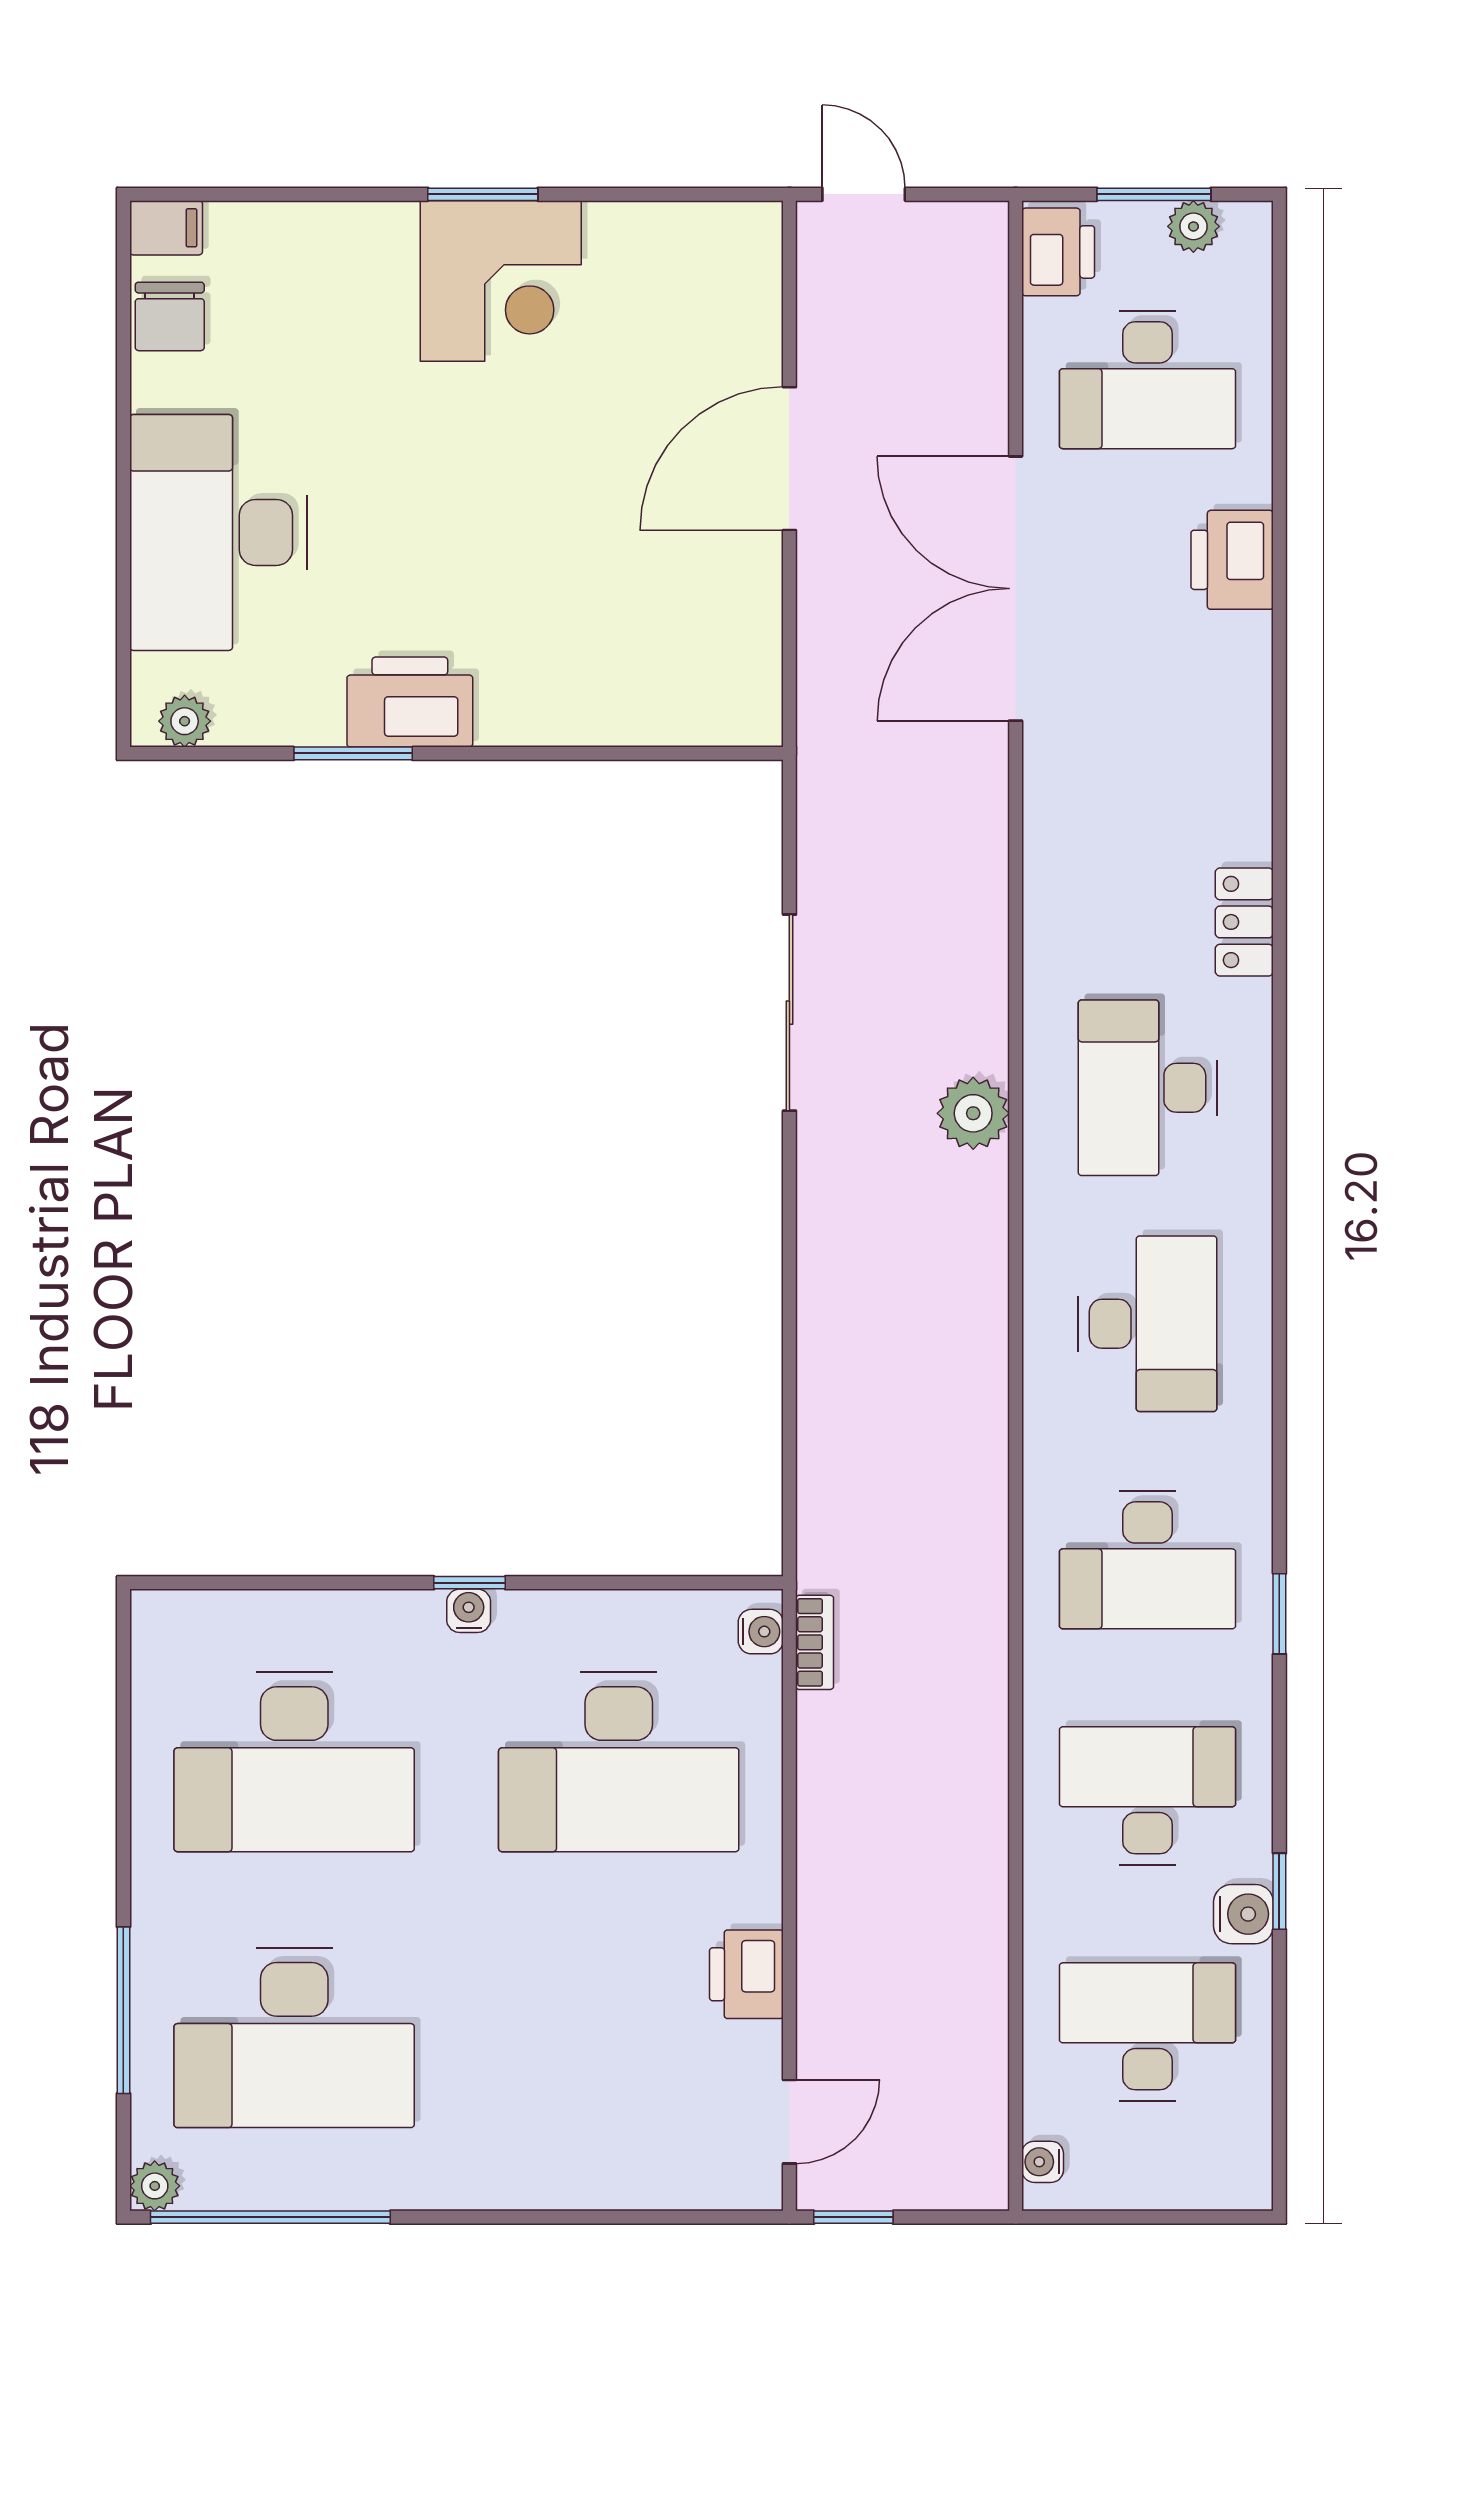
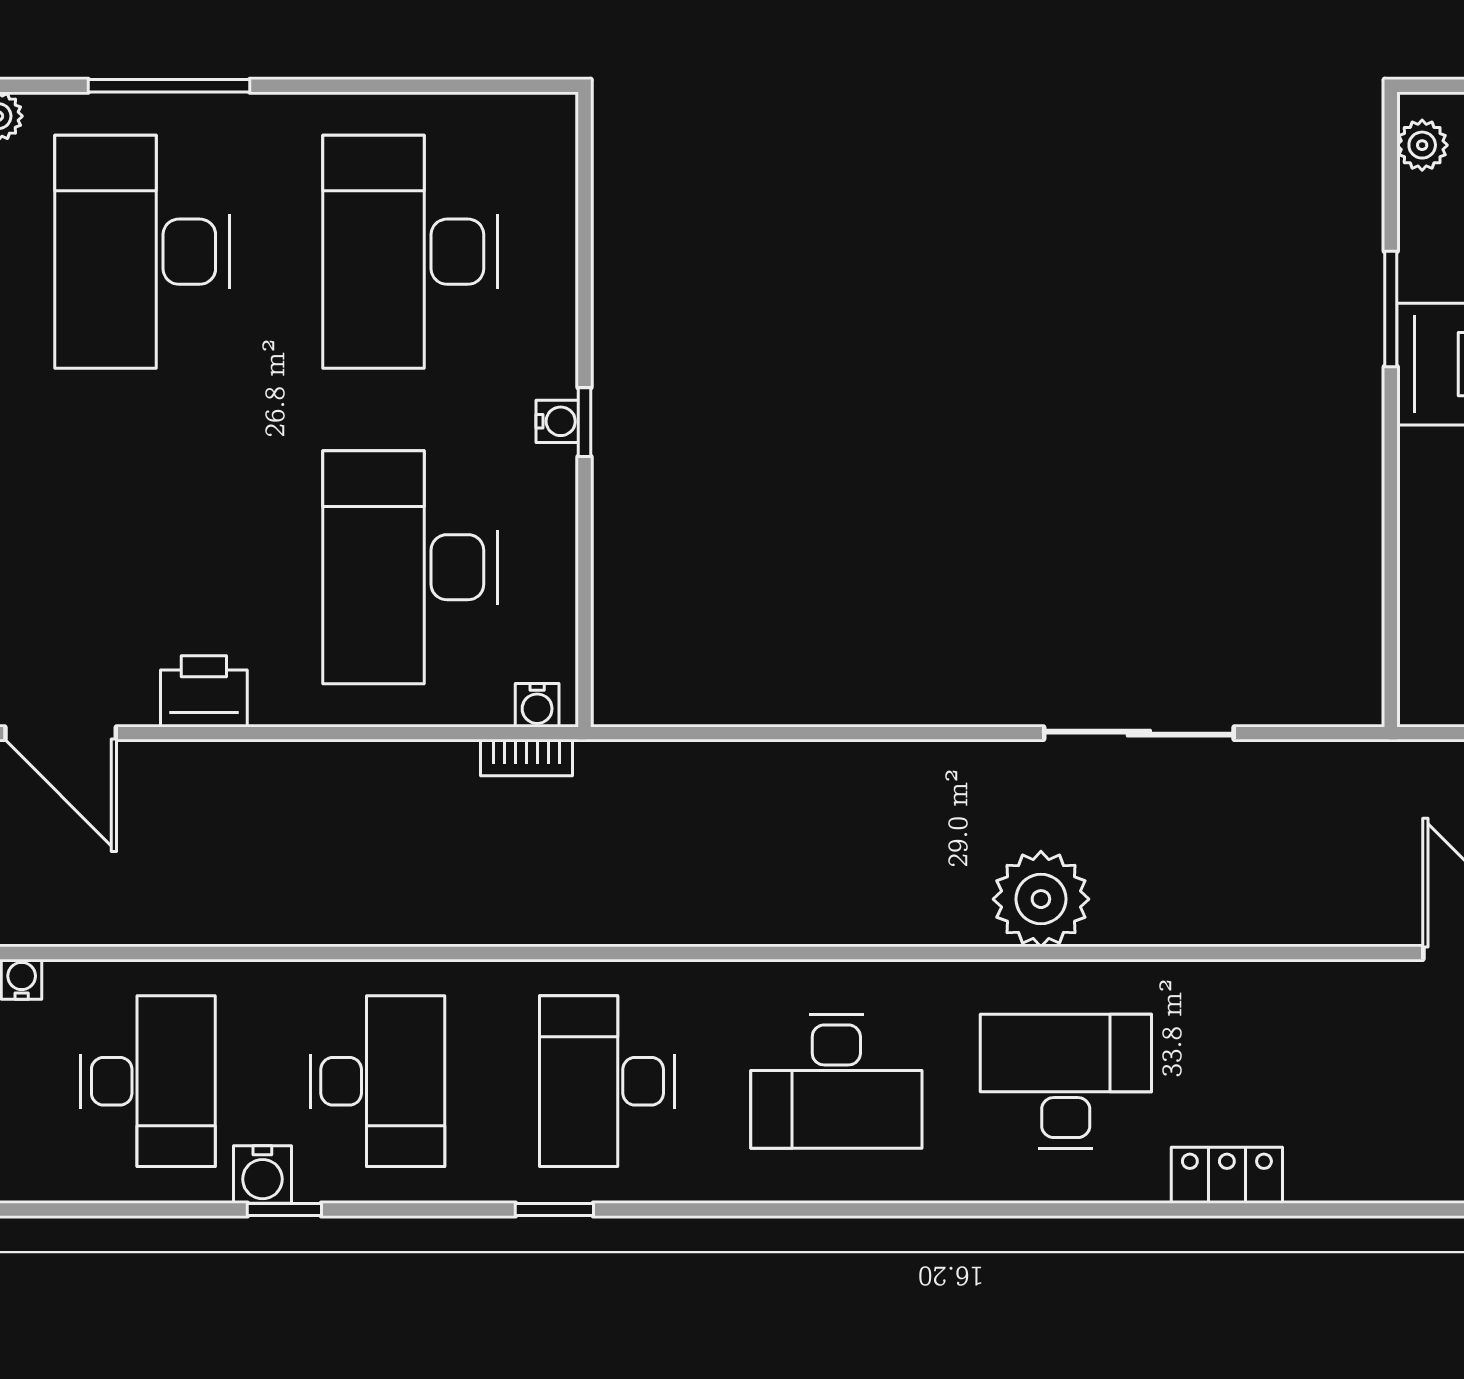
plant: (973, 1113) -> (1041, 899), width x1.36, depth x1.36
door: (789, 2122) -> (61, 733), width x1.38

